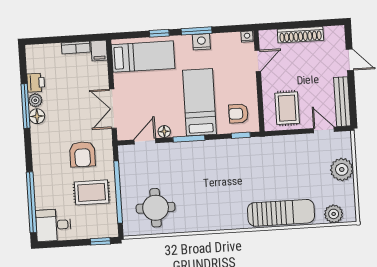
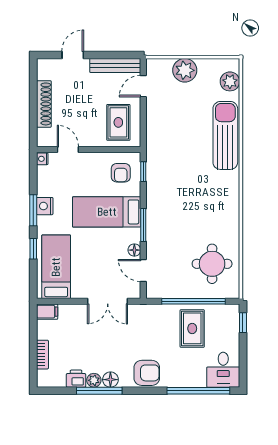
bookcase: (76, 47) -> (42, 355), moved
rug: (287, 108) -> (118, 122), turned 90
armchair: (82, 154) -> (147, 373), moved

